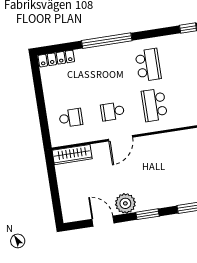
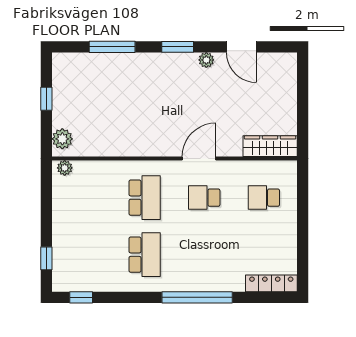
school desk: (148, 65) -> (145, 255), turned 180
school desk: (113, 111) -> (204, 198), turned 180
plant: (125, 203) -> (206, 60), width x0.53, depth x0.53

